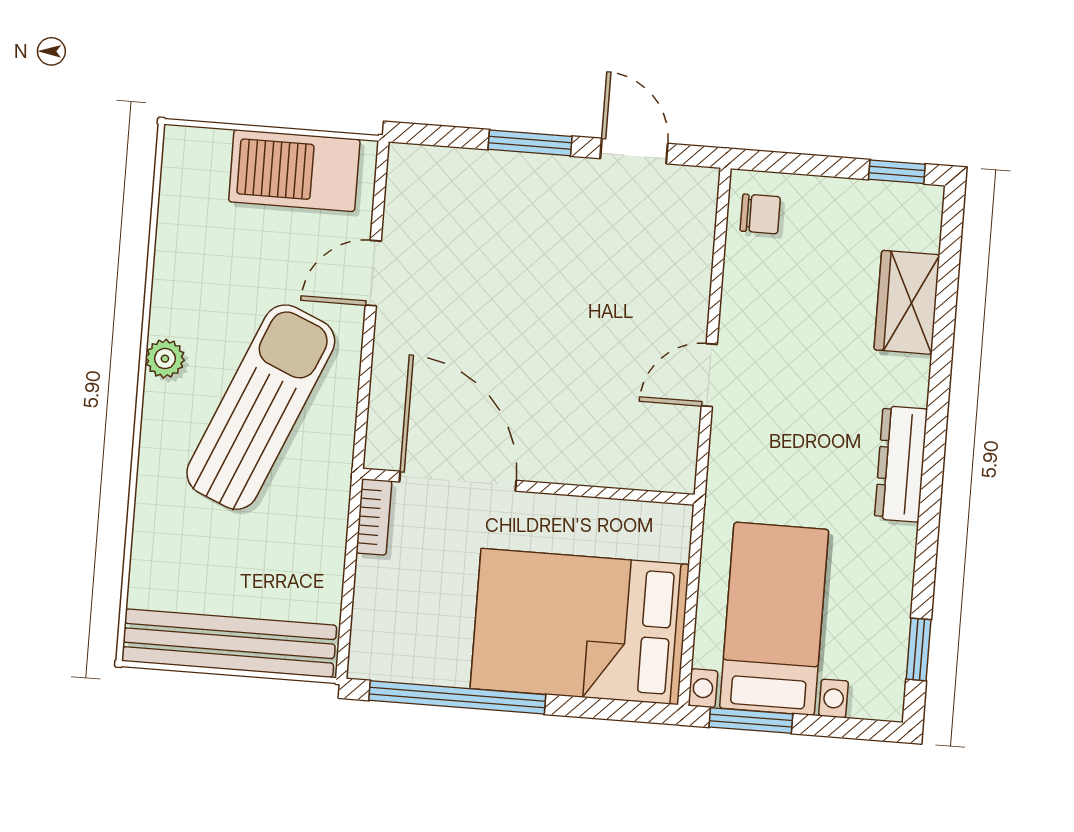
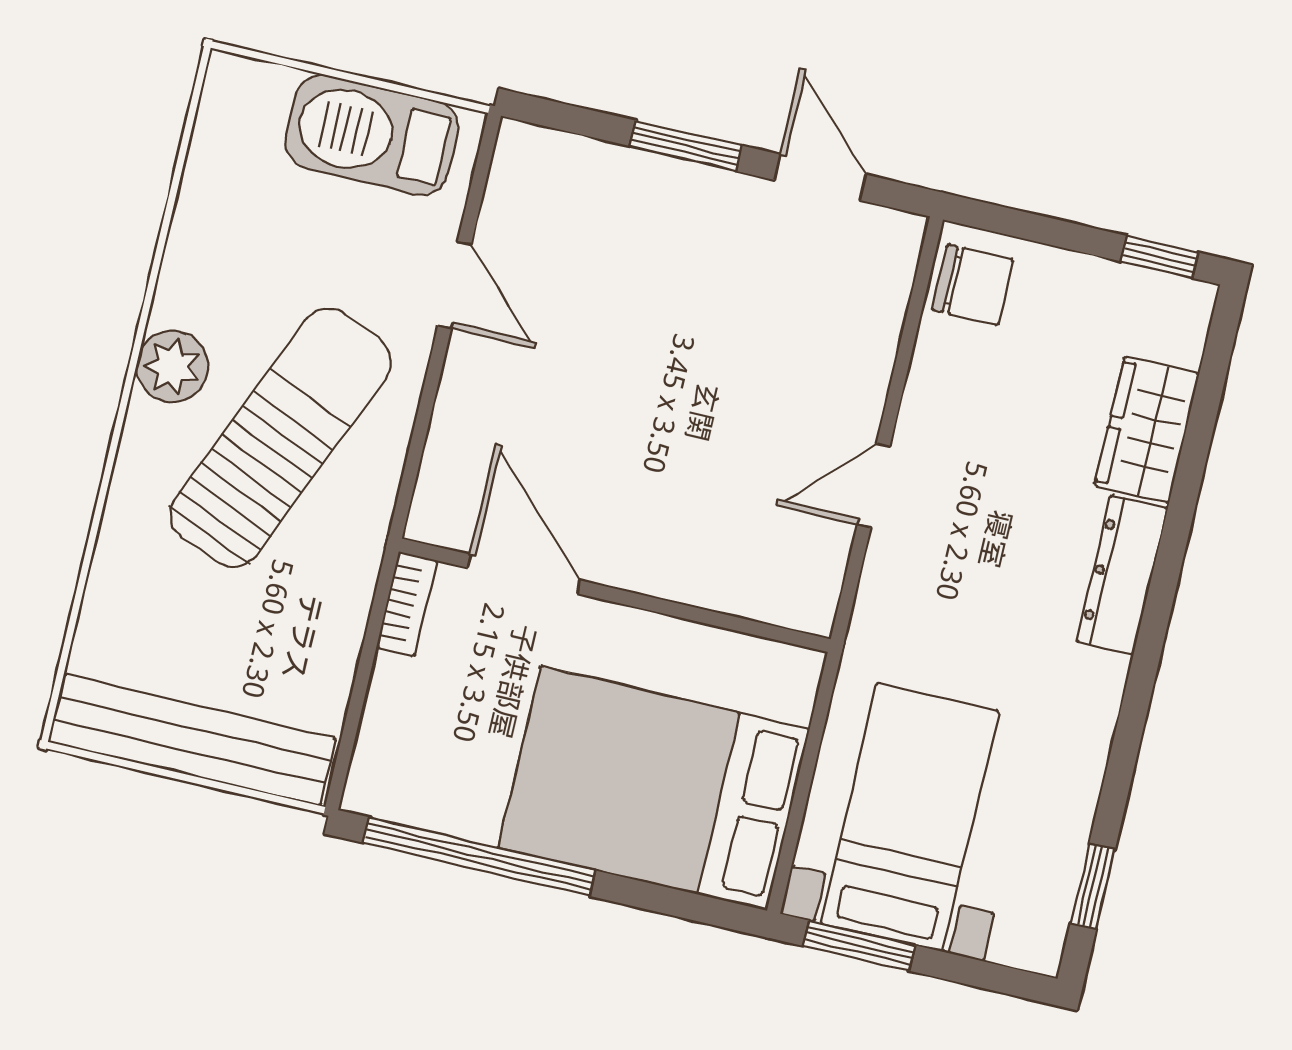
chair: (760, 214) -> (973, 285), width x1.37, depth x1.37
door: (373, 273) -> (455, 285), swing flipped
plant: (165, 359) -> (172, 367), width x1.38, depth x1.38
dresser: (901, 464) -> (1122, 575), moved
door: (458, 481) -> (524, 574), width x0.73

